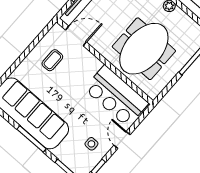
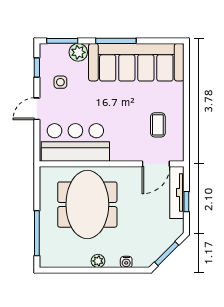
door: (122, 140) -> (37, 109), swing flipped
plant: (63, 153) -> (78, 52), added

